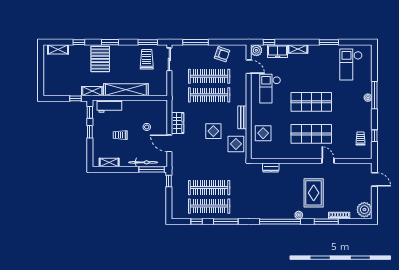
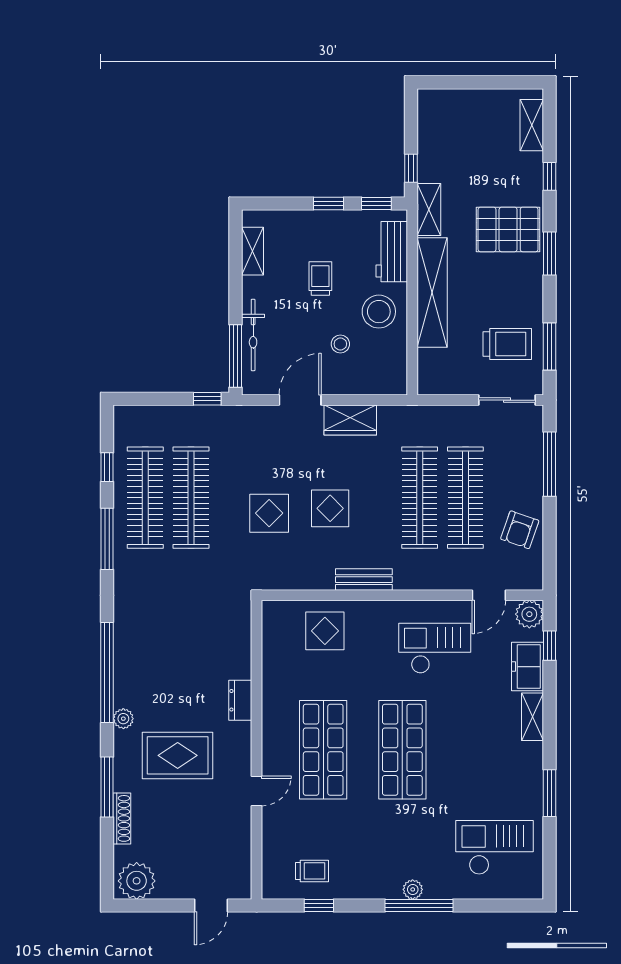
stool: (134, 111) -> (379, 312), added
display table: (236, 144) -> (269, 513), moved
dresser: (271, 168) -> (240, 700), moved

